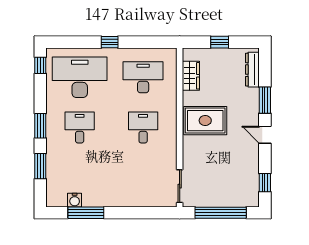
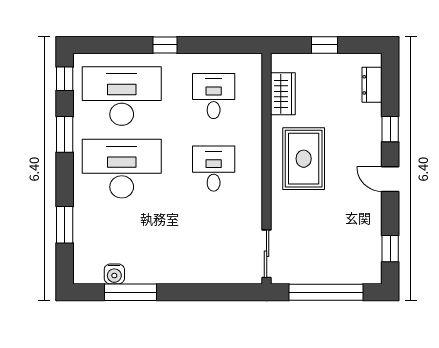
dresser: (252, 70) -> (372, 85), width x0.70
desk: (143, 77) -> (214, 96), width x0.73
window: (265, 100) -> (390, 129), width x0.67
rug: (205, 121) -> (304, 159), turned 90
window: (40, 126) -> (65, 134), moved
desk: (80, 127) -> (122, 169), width x1.87, depth x1.30

